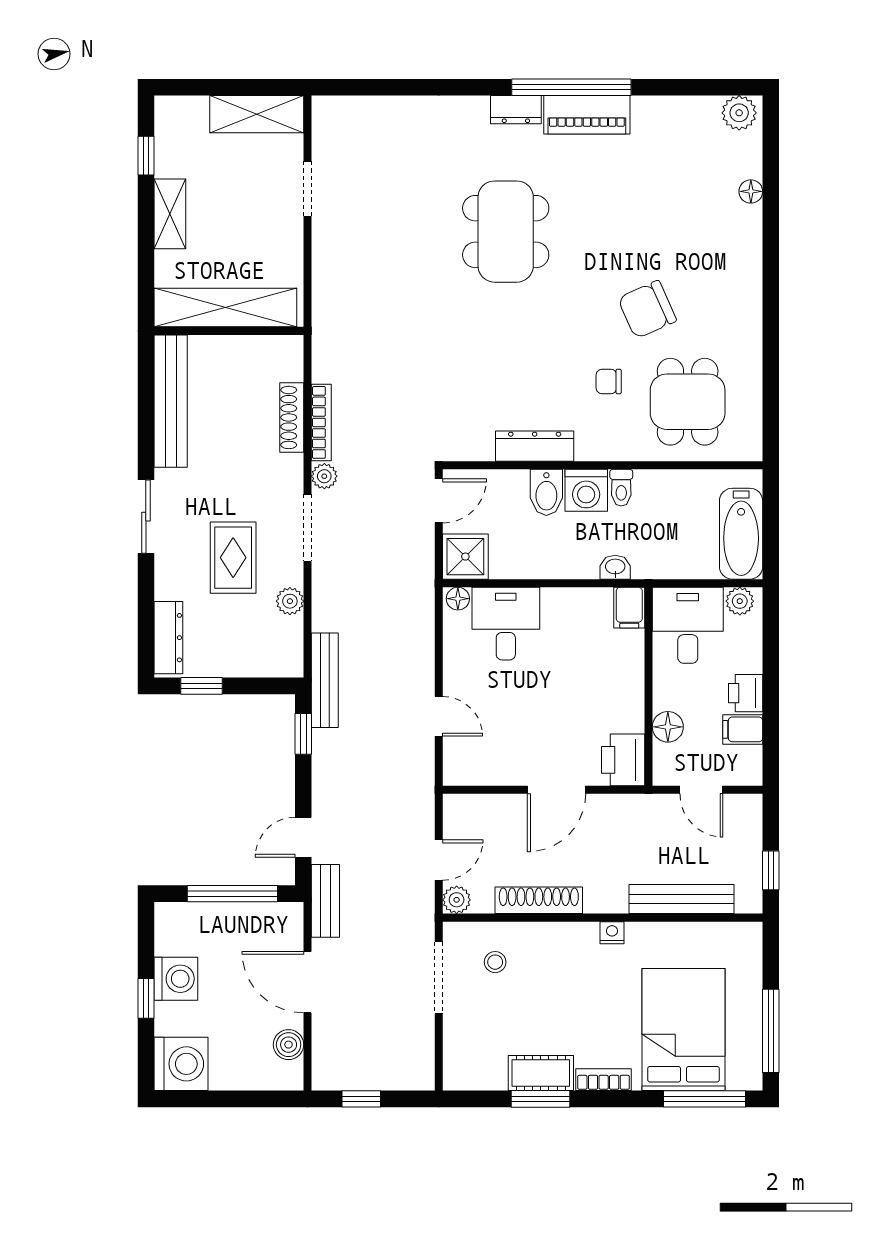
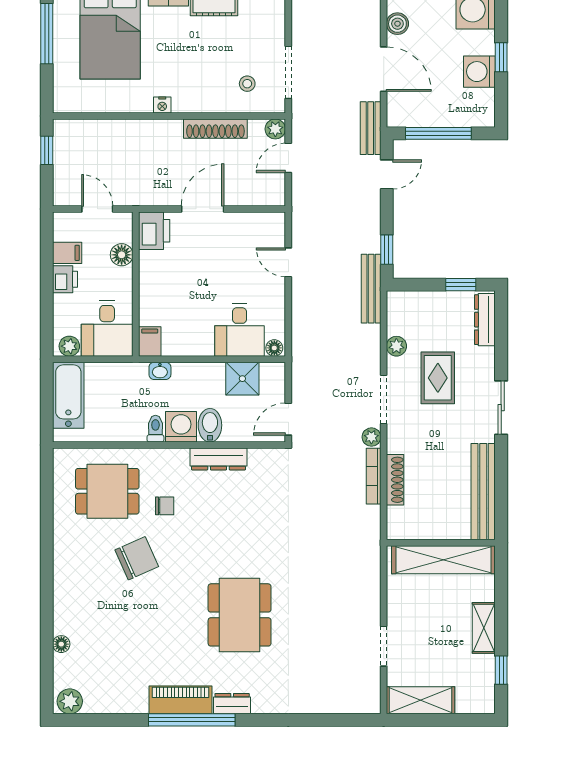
dining table: (688, 402) -> (107, 491), turned 90
shower: (465, 557) -> (242, 379), moved
bench: (682, 899) -> (112, 130), removed

